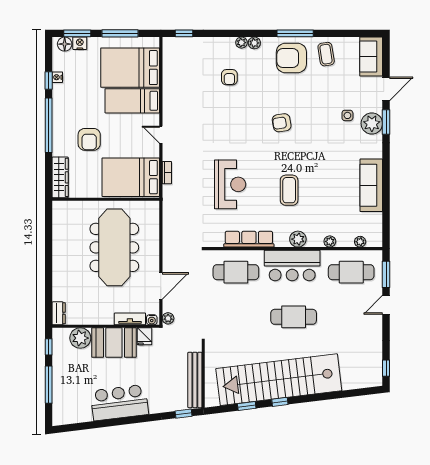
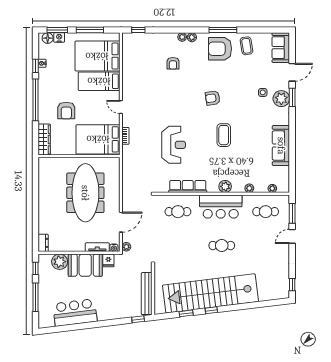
coffee table: (289, 190) -> (224, 135), moved
cafe table: (236, 272) -> (178, 212), width x0.73, depth x0.74
cafe table: (351, 272) -> (266, 212), width x0.73, depth x0.74
cafe table: (294, 317) -> (222, 246), width x0.73, depth x0.74
bar counter: (119, 403) -> (75, 313), moved

